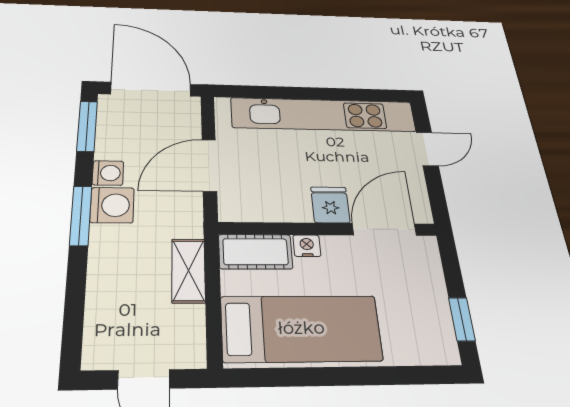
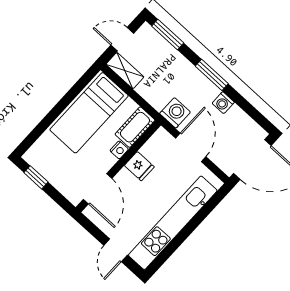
window: (87, 126) -> (168, 35), moved
washing machine: (112, 205) -> (175, 113), moved, turned 180
fridge: (330, 205) -> (139, 166), moved
shelving: (188, 271) -> (125, 71), moved

